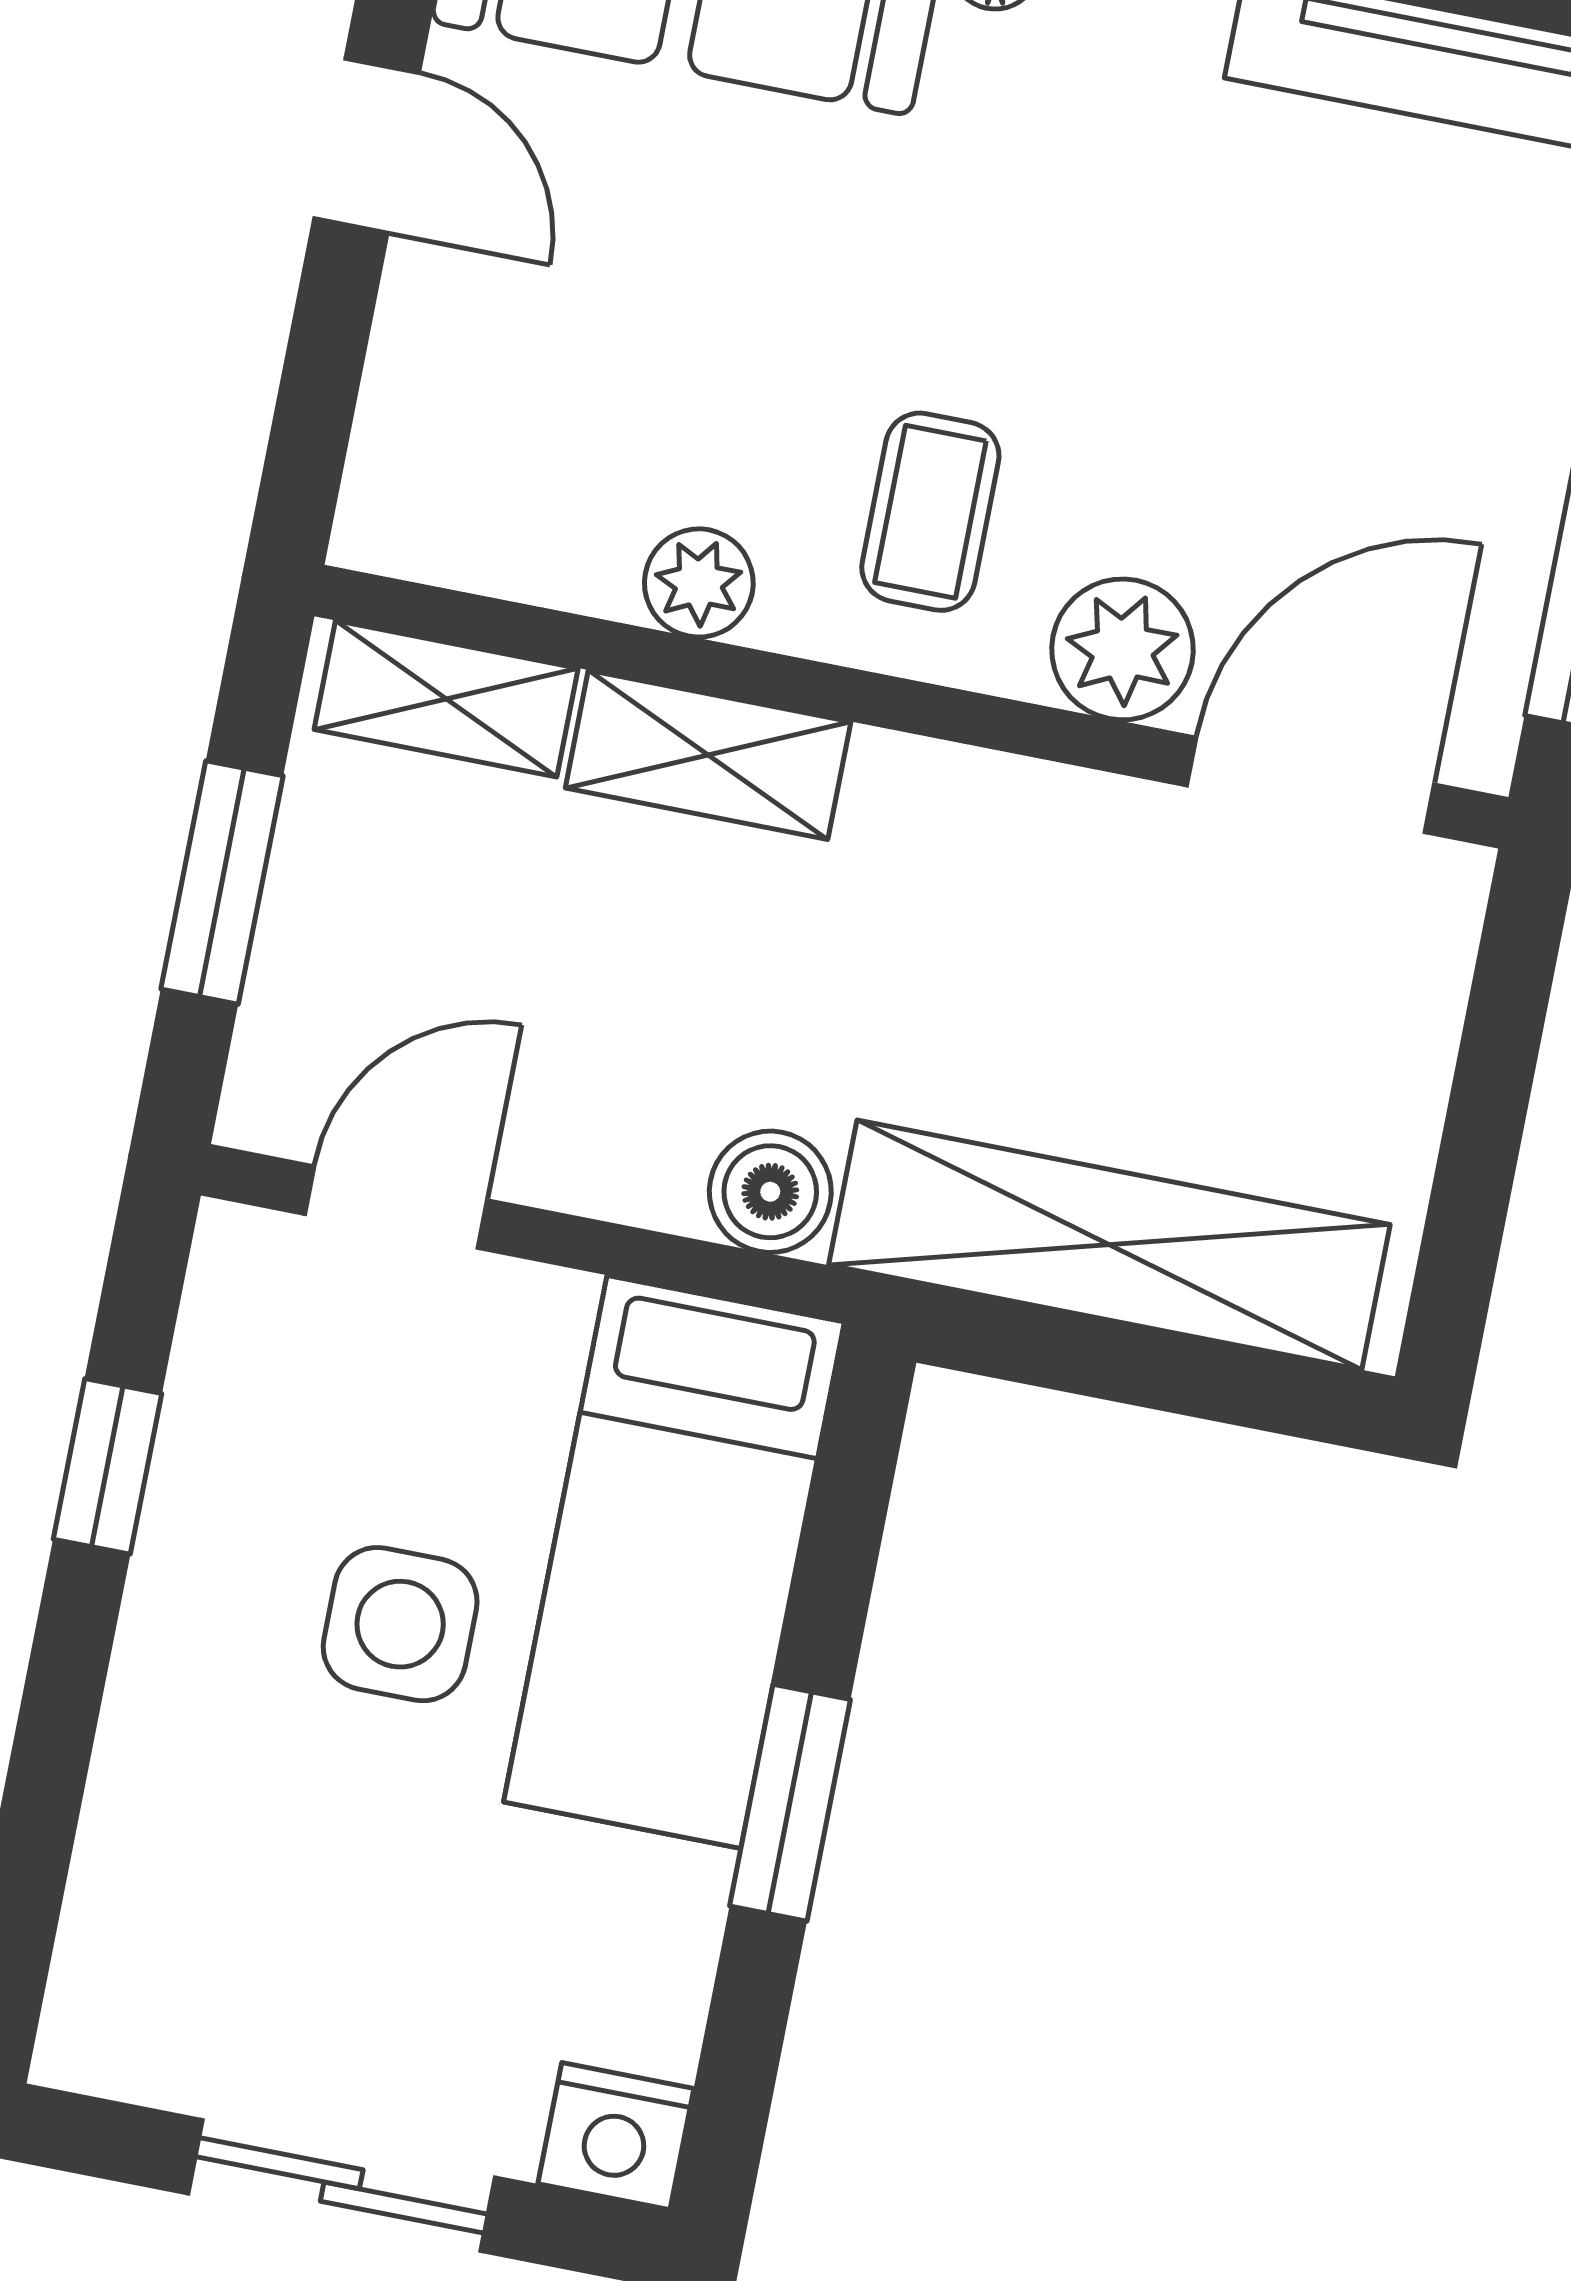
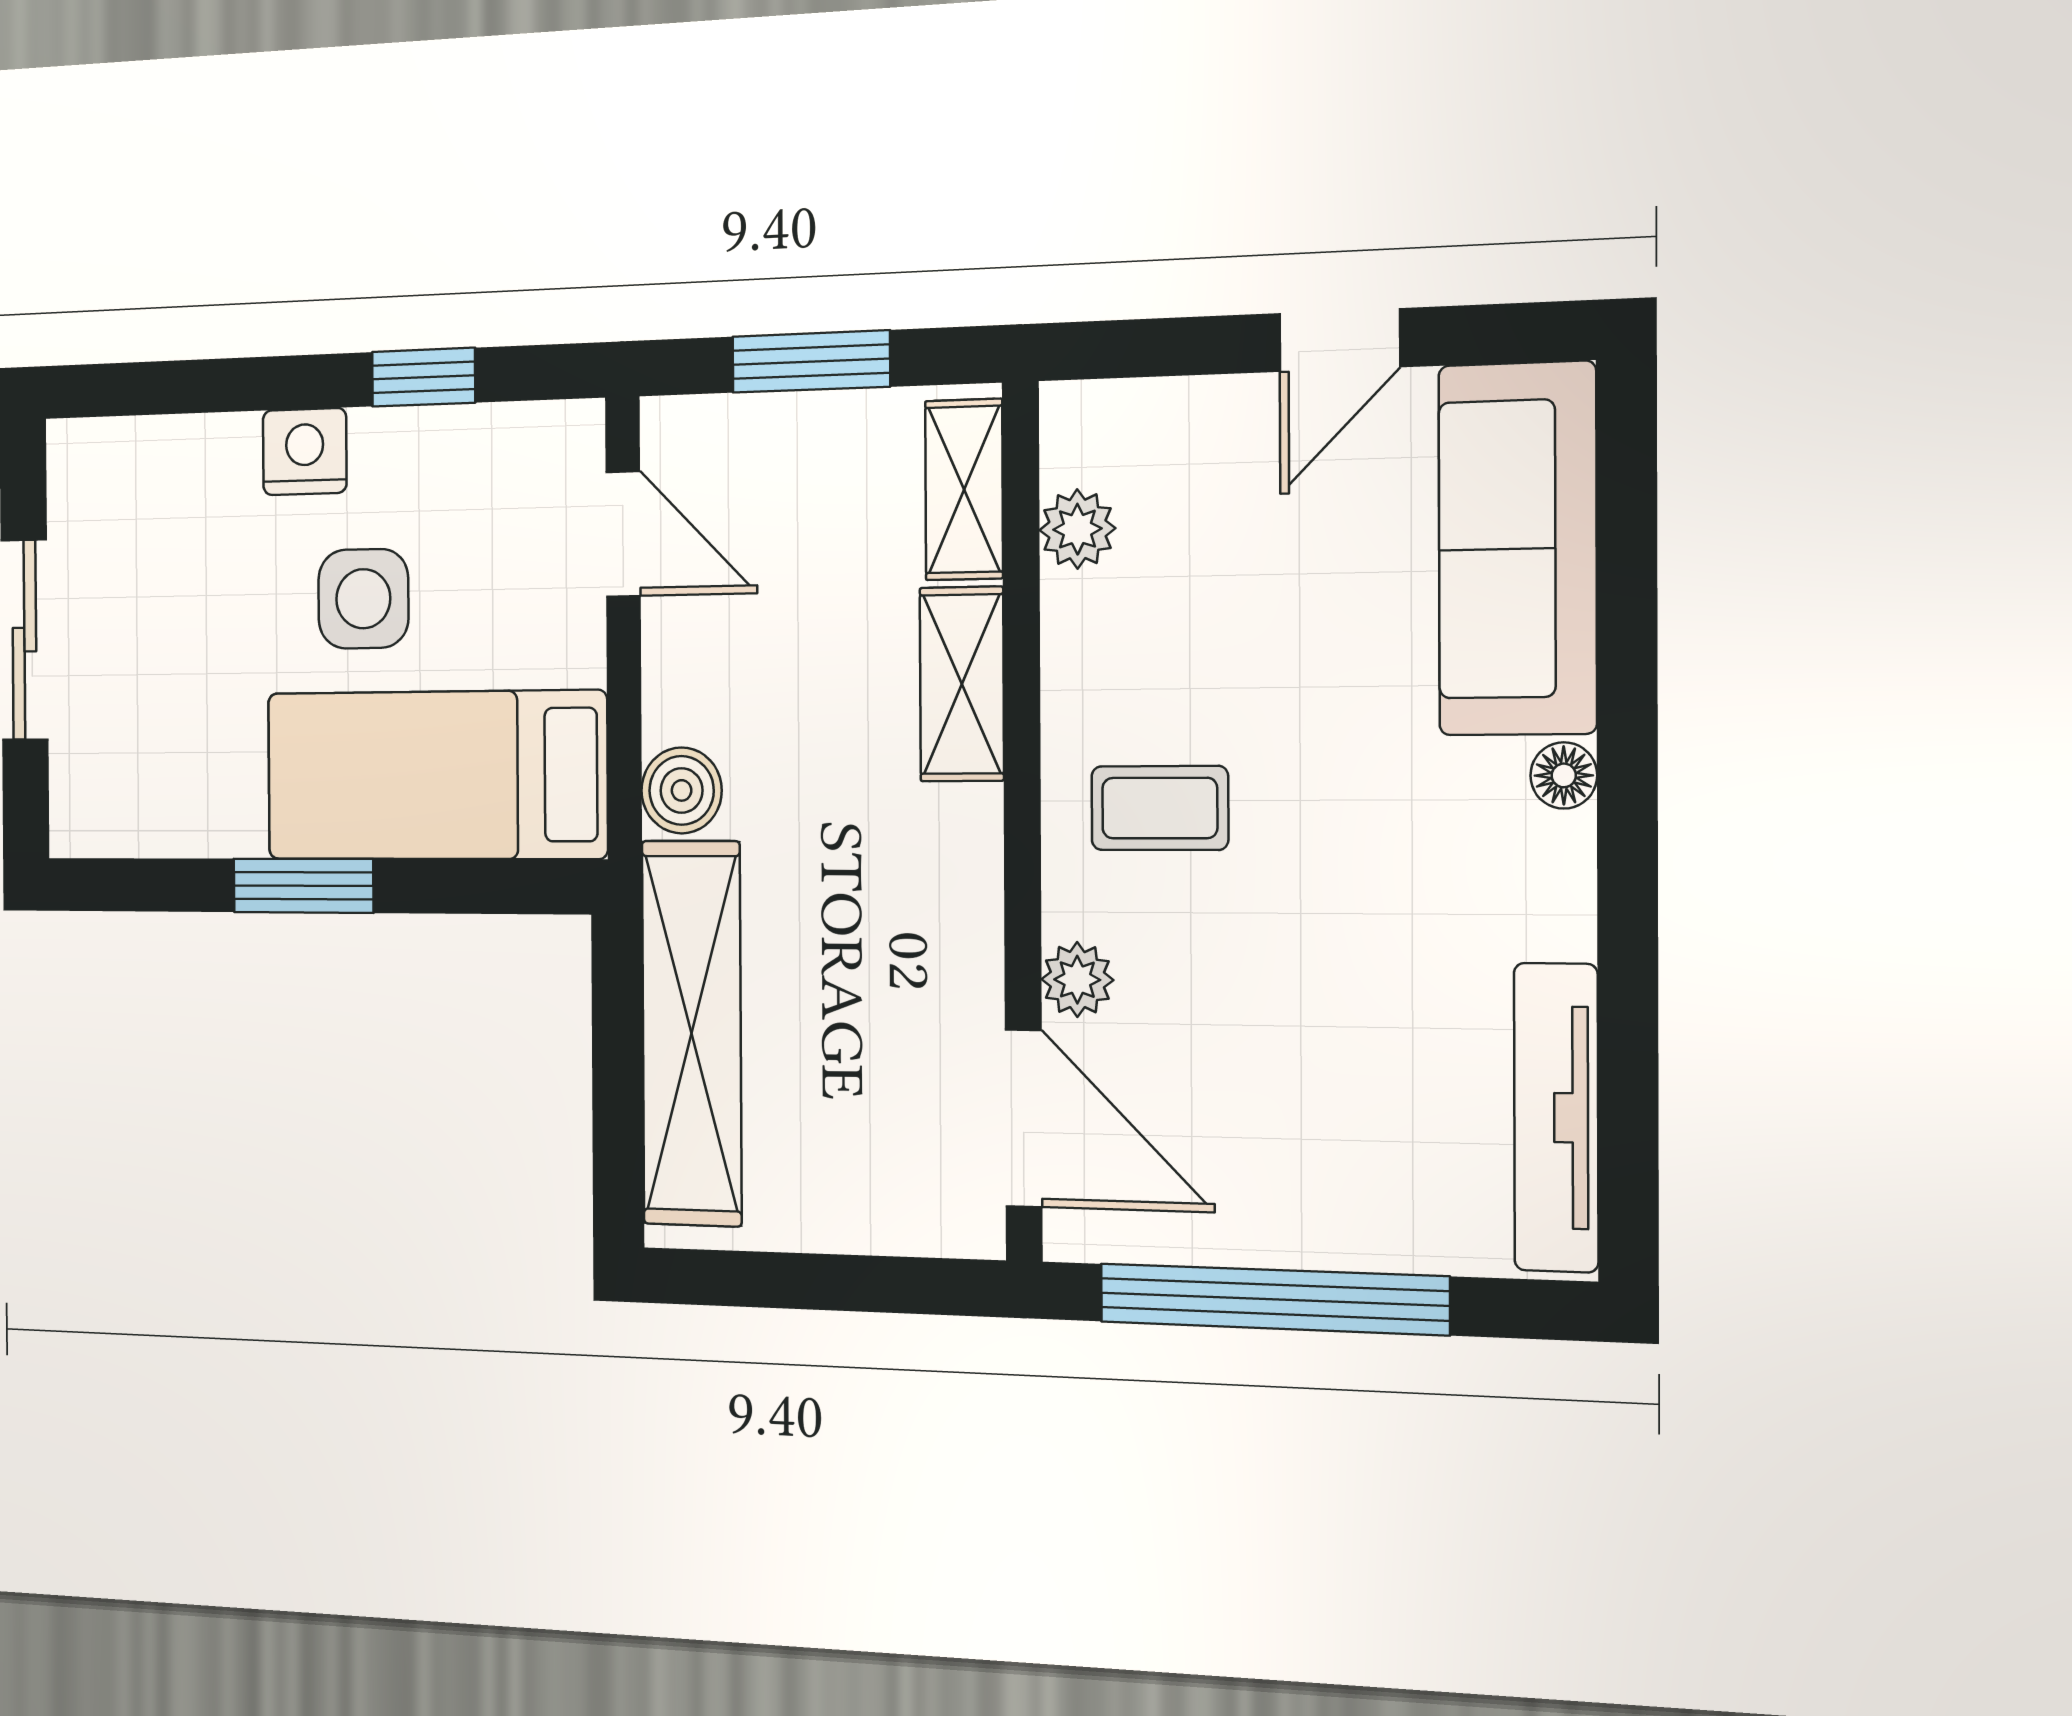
plant: (699, 583) -> (1077, 529), moved
plant: (1122, 649) -> (1077, 980), width x0.73, depth x0.73
nightstand: (616, 2136) -> (305, 452), moved, turned 90

